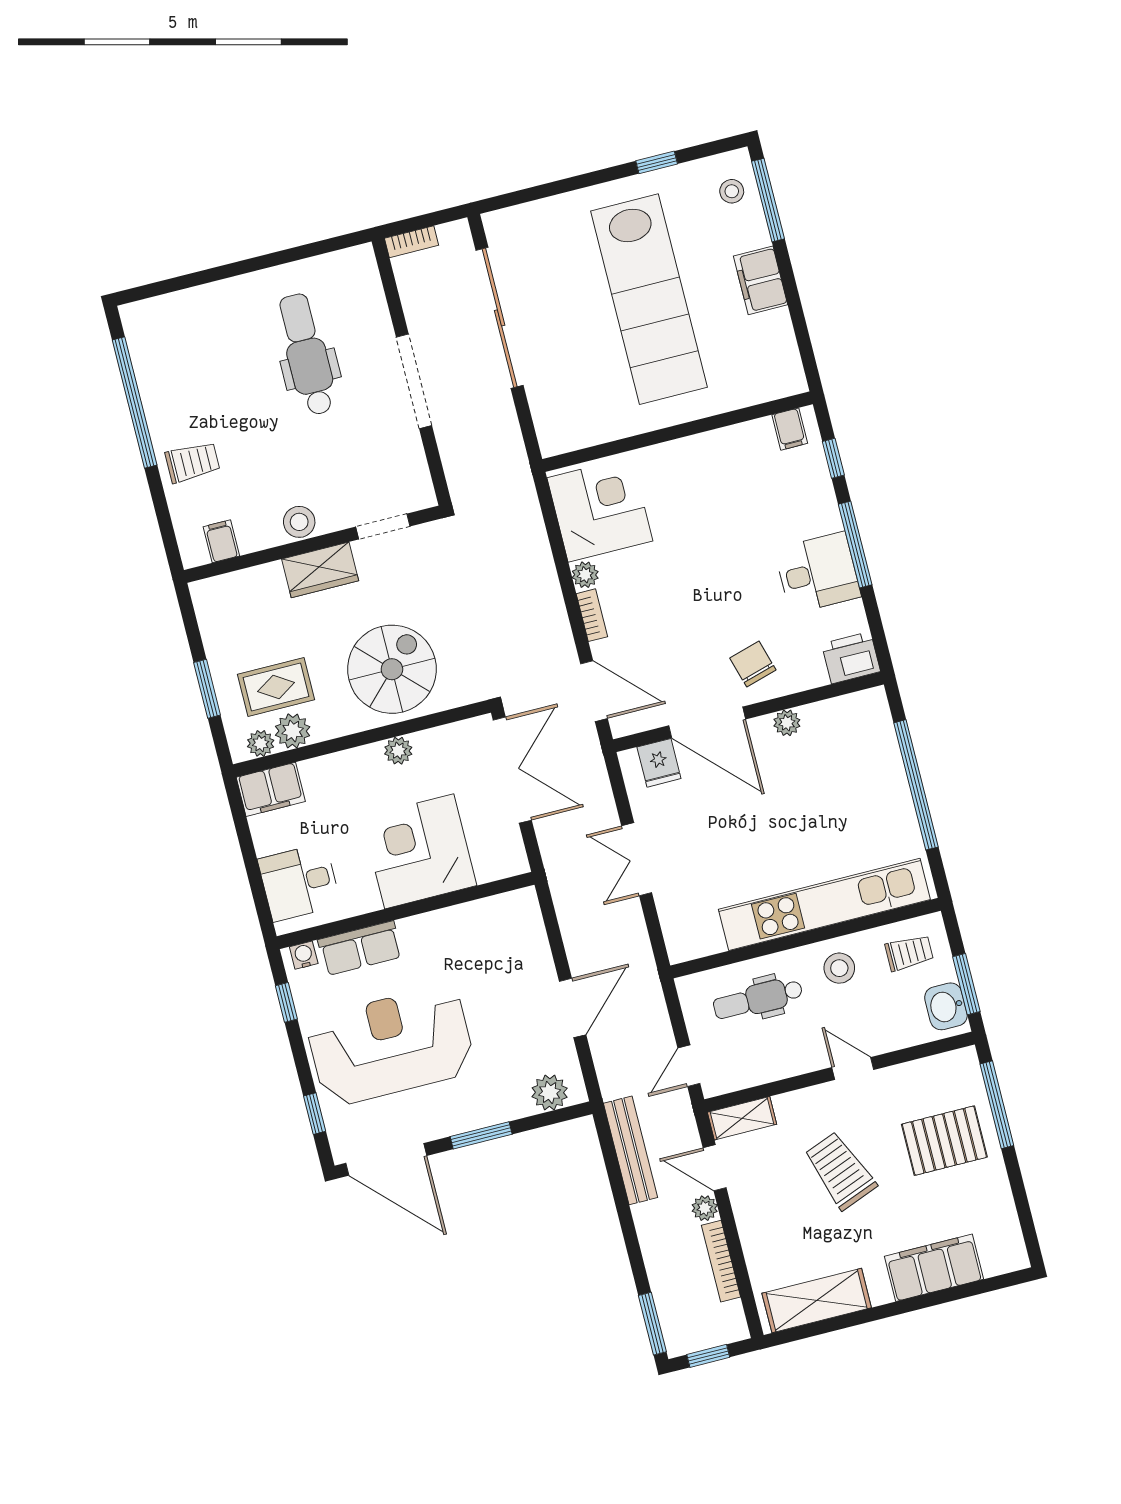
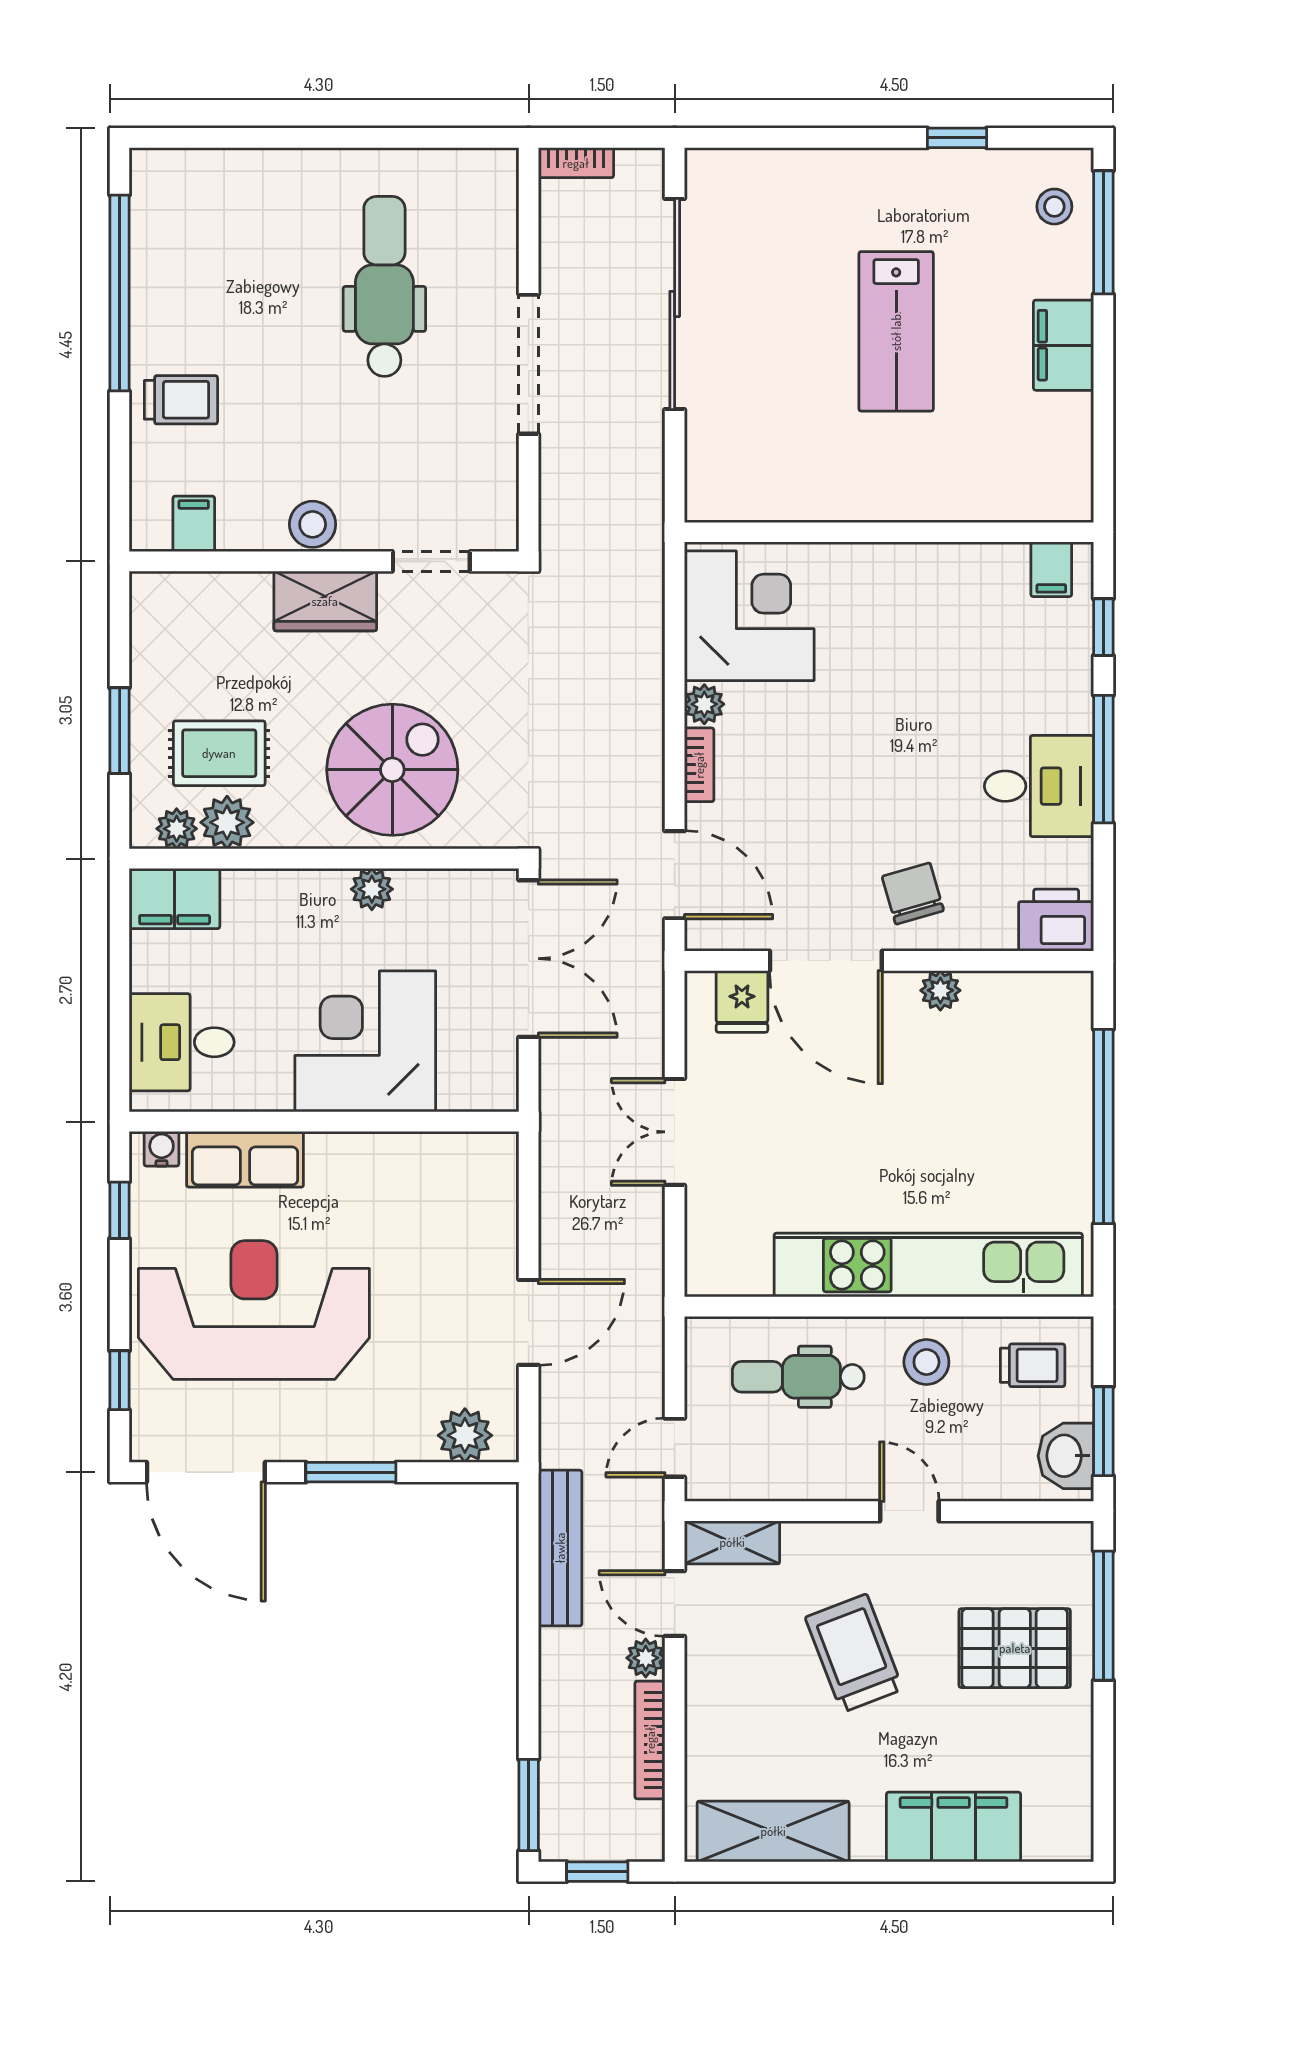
lab bench: (649, 299) -> (896, 331), width x0.54, depth x0.72

